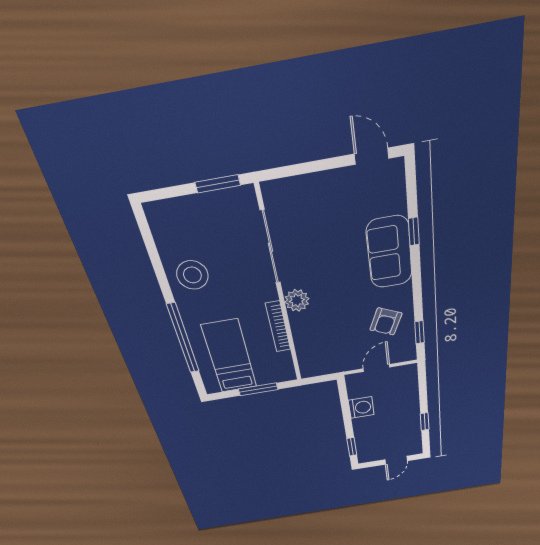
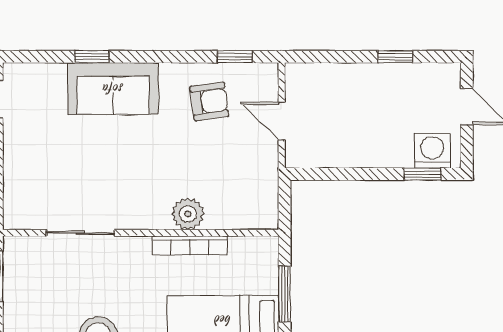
sliding door: (270, 247) -> (80, 233), width x0.73
plant: (297, 300) -> (188, 214), moved
armchair: (386, 321) -> (209, 101), turned -32
washing machine: (361, 408) -> (432, 151), moved

